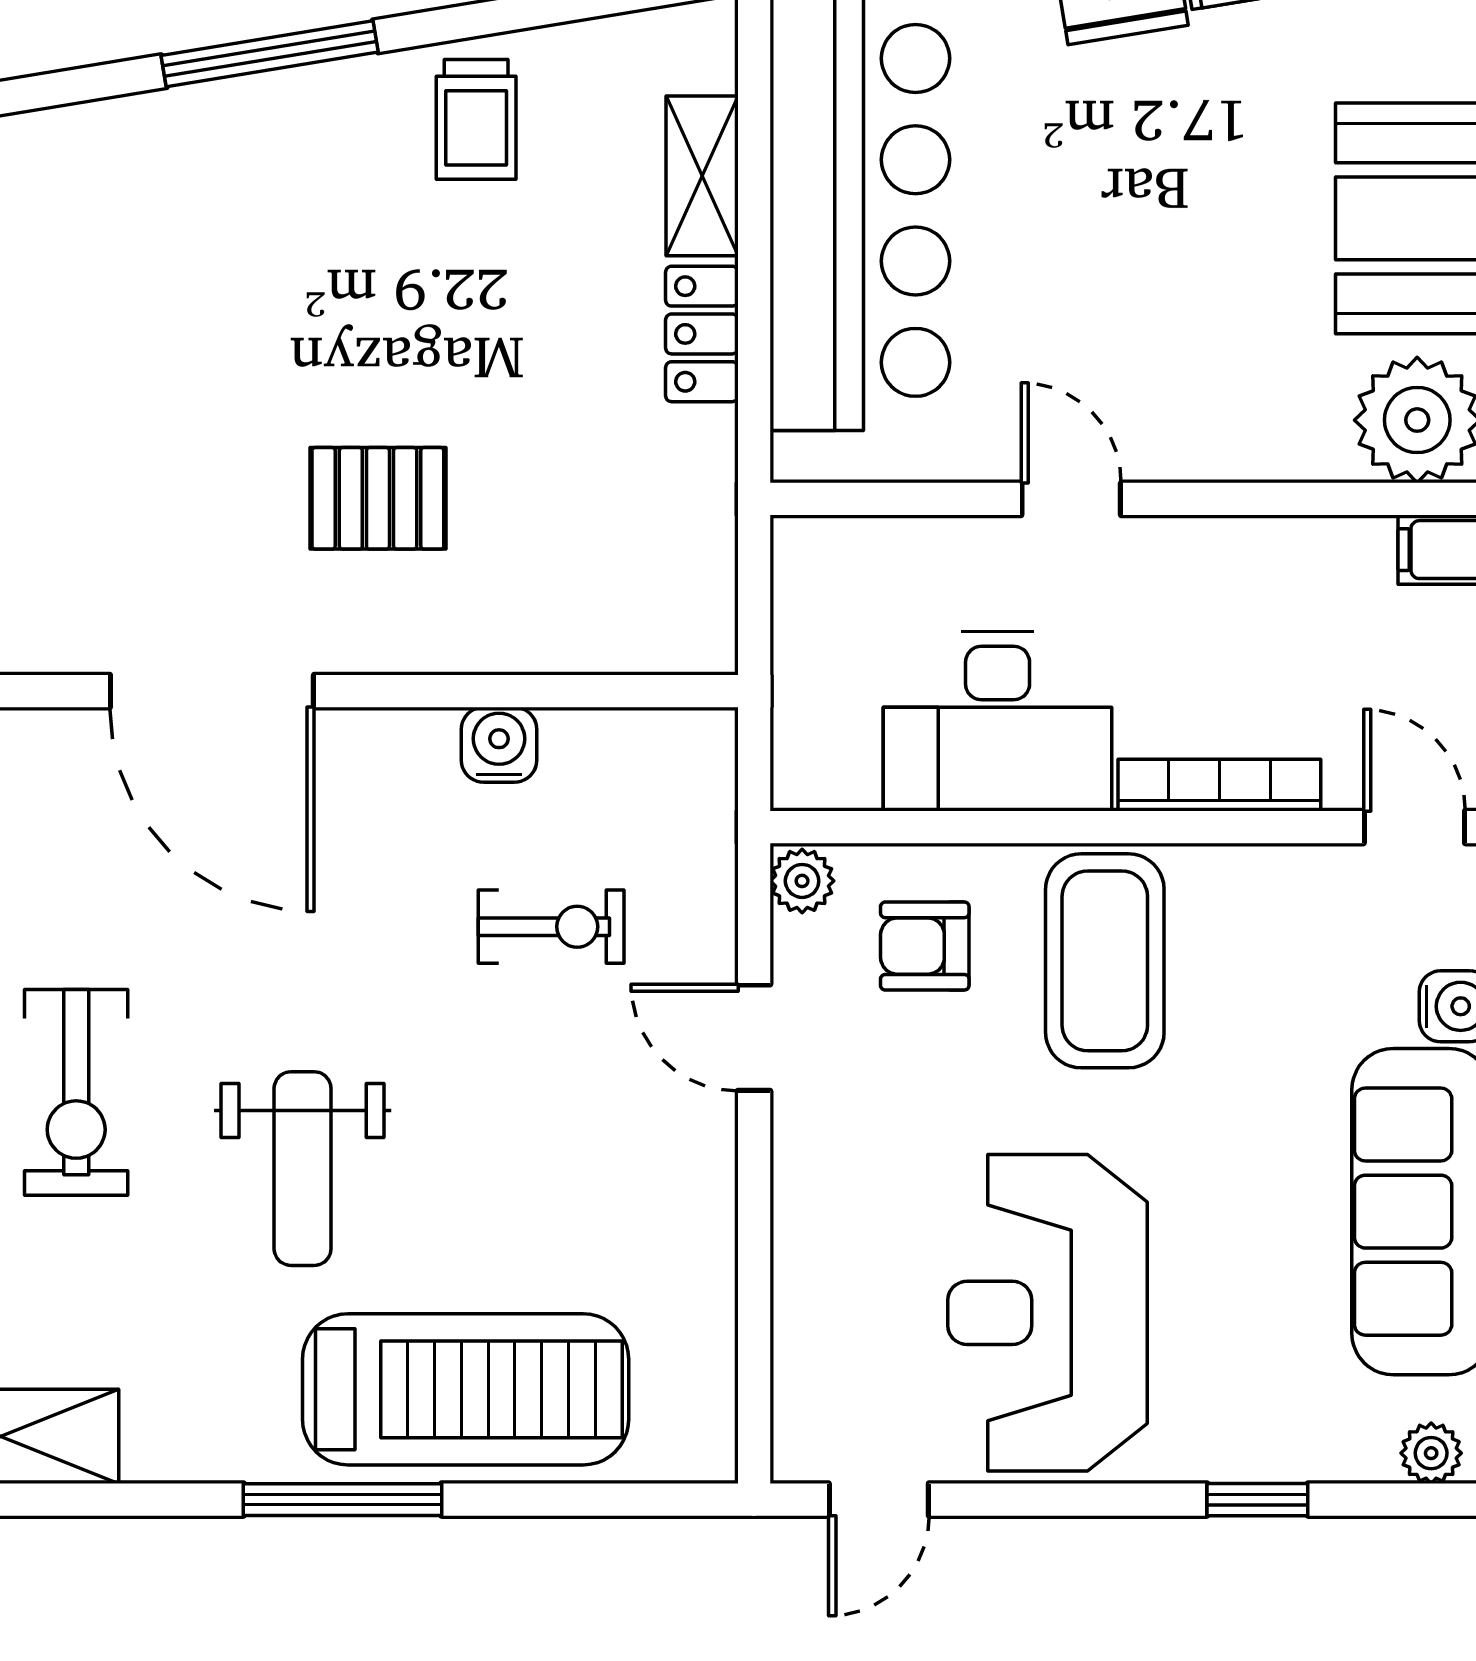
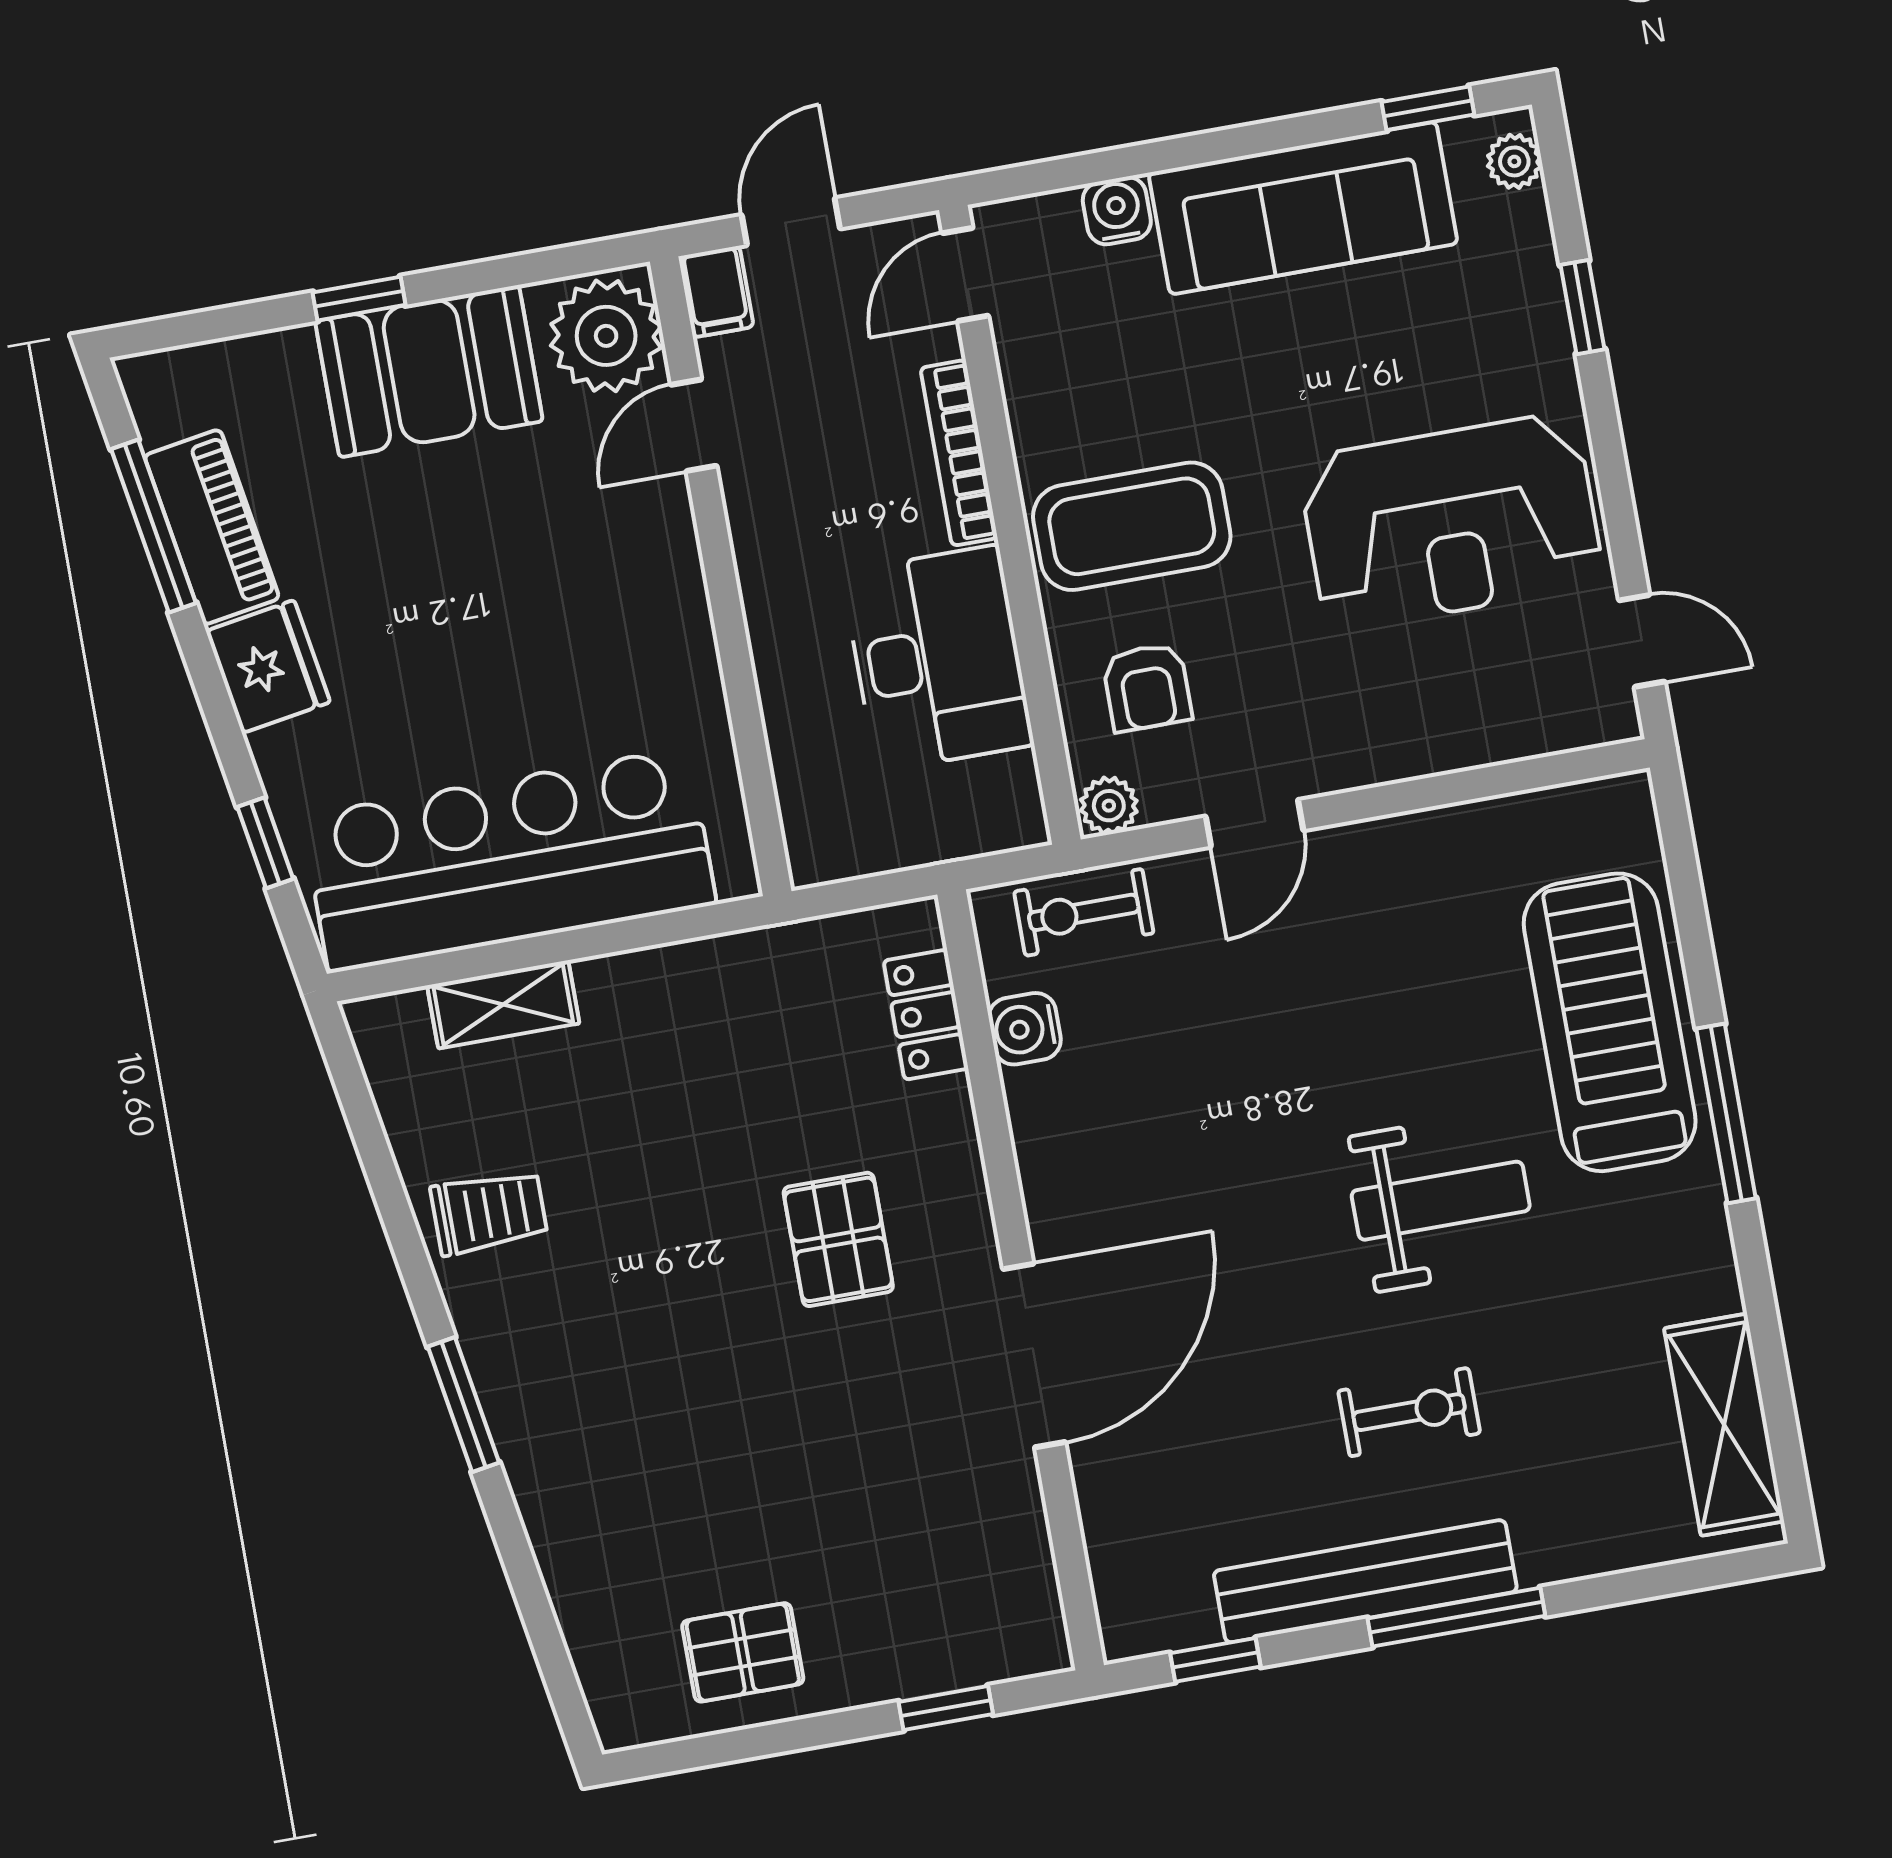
window: (270, 54) -> (463, 1405), width x0.69
locker: (702, 334) -> (926, 1015), moved, turned 90
door: (1071, 499) -> (694, 425), moved
water cooler: (499, 745) -> (1025, 1029), moved
exercise bike: (551, 927) -> (1084, 912), moved, turned -90
exercise bike: (76, 1092) -> (1409, 1412), width x0.73, depth x0.72

